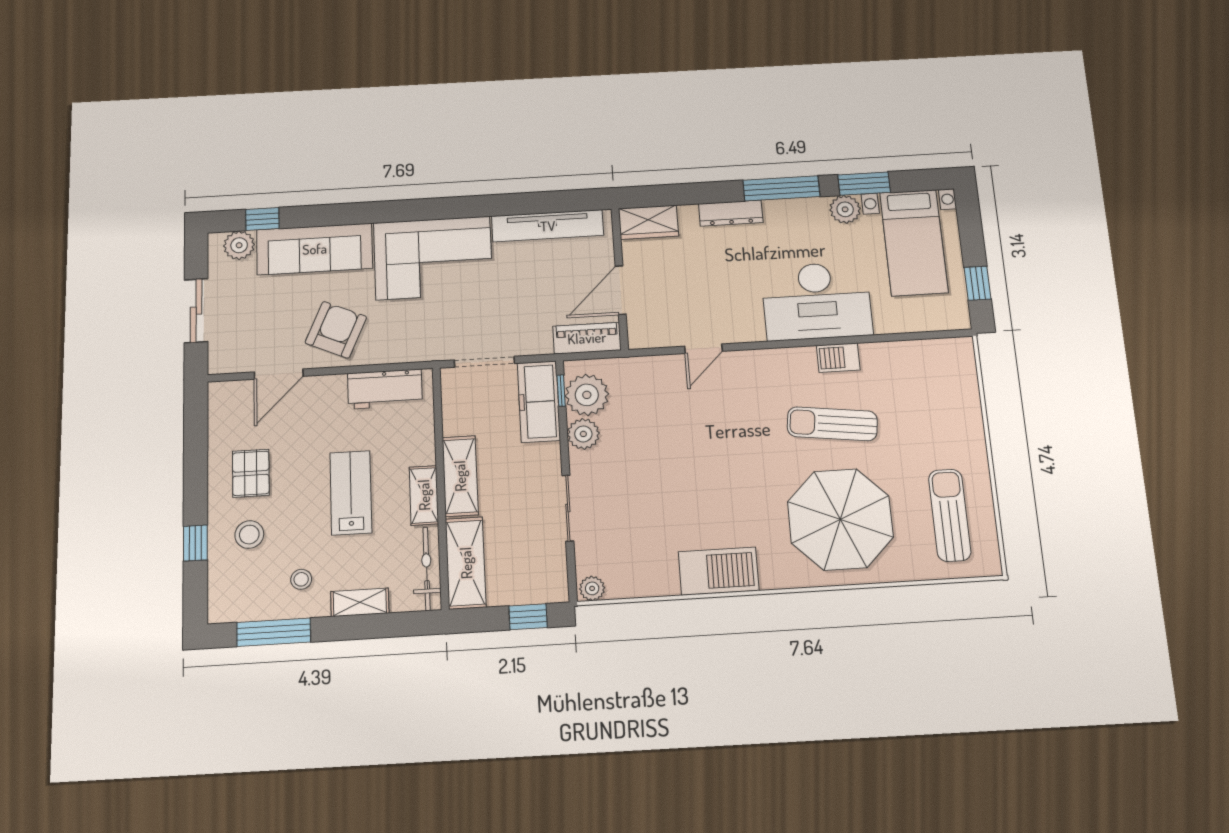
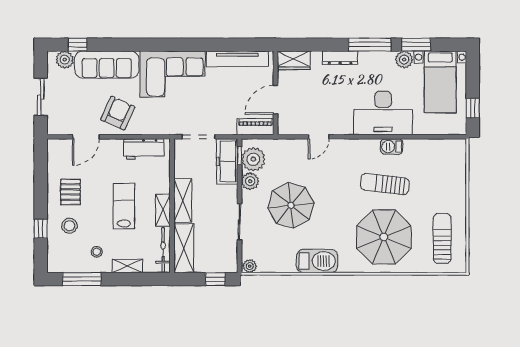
parasol: (662, 472) -> (291, 205), added

